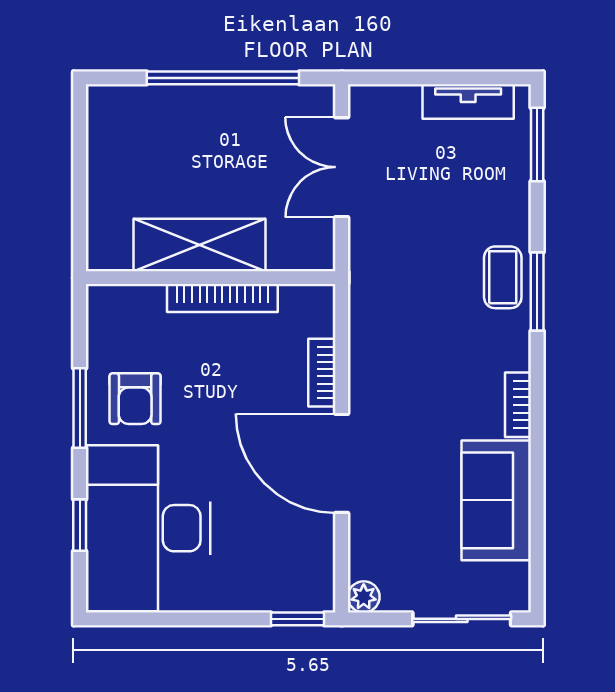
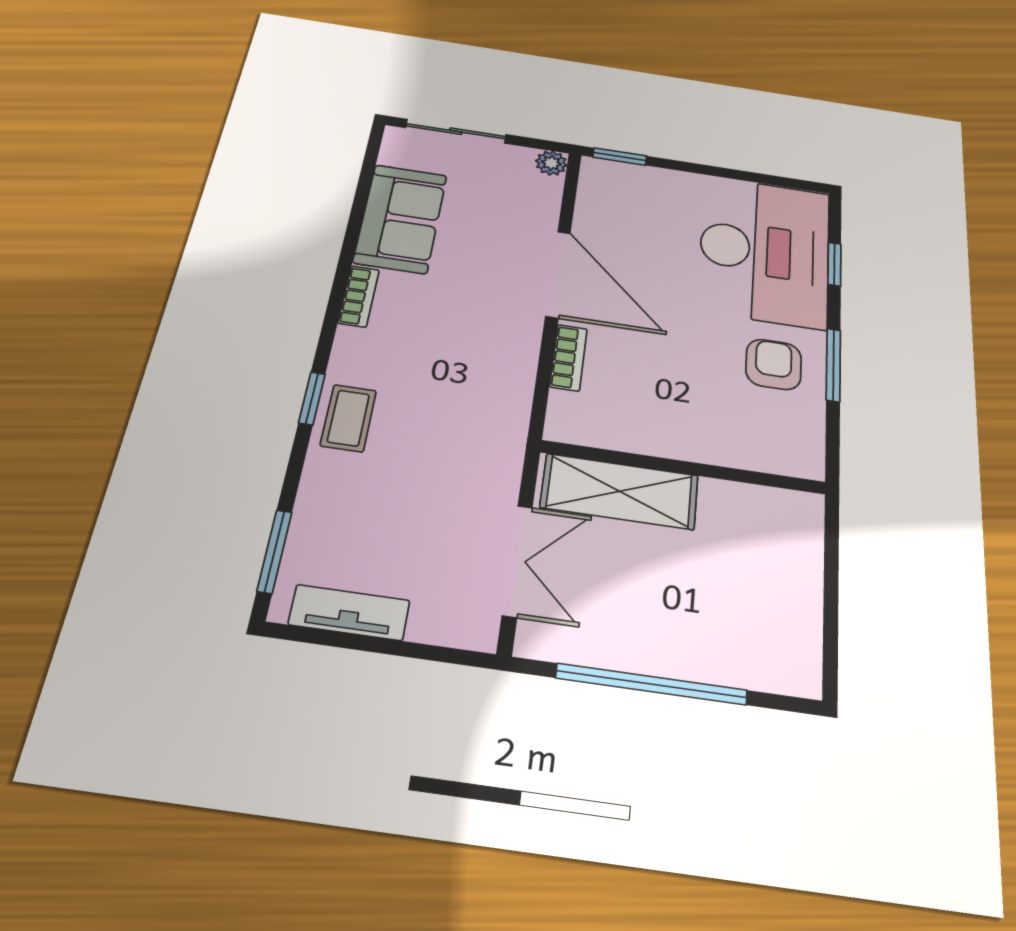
shelving: (200, 245) -> (620, 491), moved
window: (537, 291) -> (312, 398), width x0.67
bookcase: (222, 298) -> (672, 445), removed

